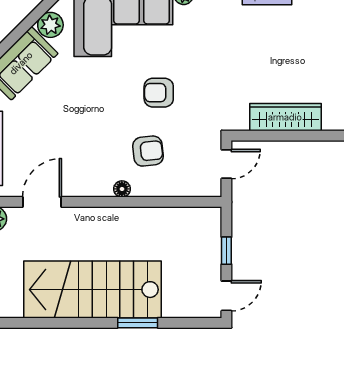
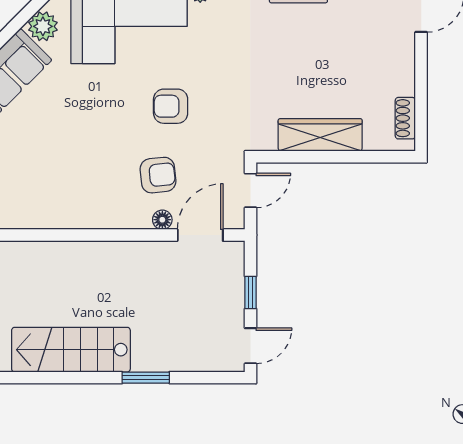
floor lamp: (122, 189) -> (162, 220), moved
door: (42, 202) -> (200, 235), moved
stairs: (92, 290) -> (71, 350), width x0.73, depth x0.66

